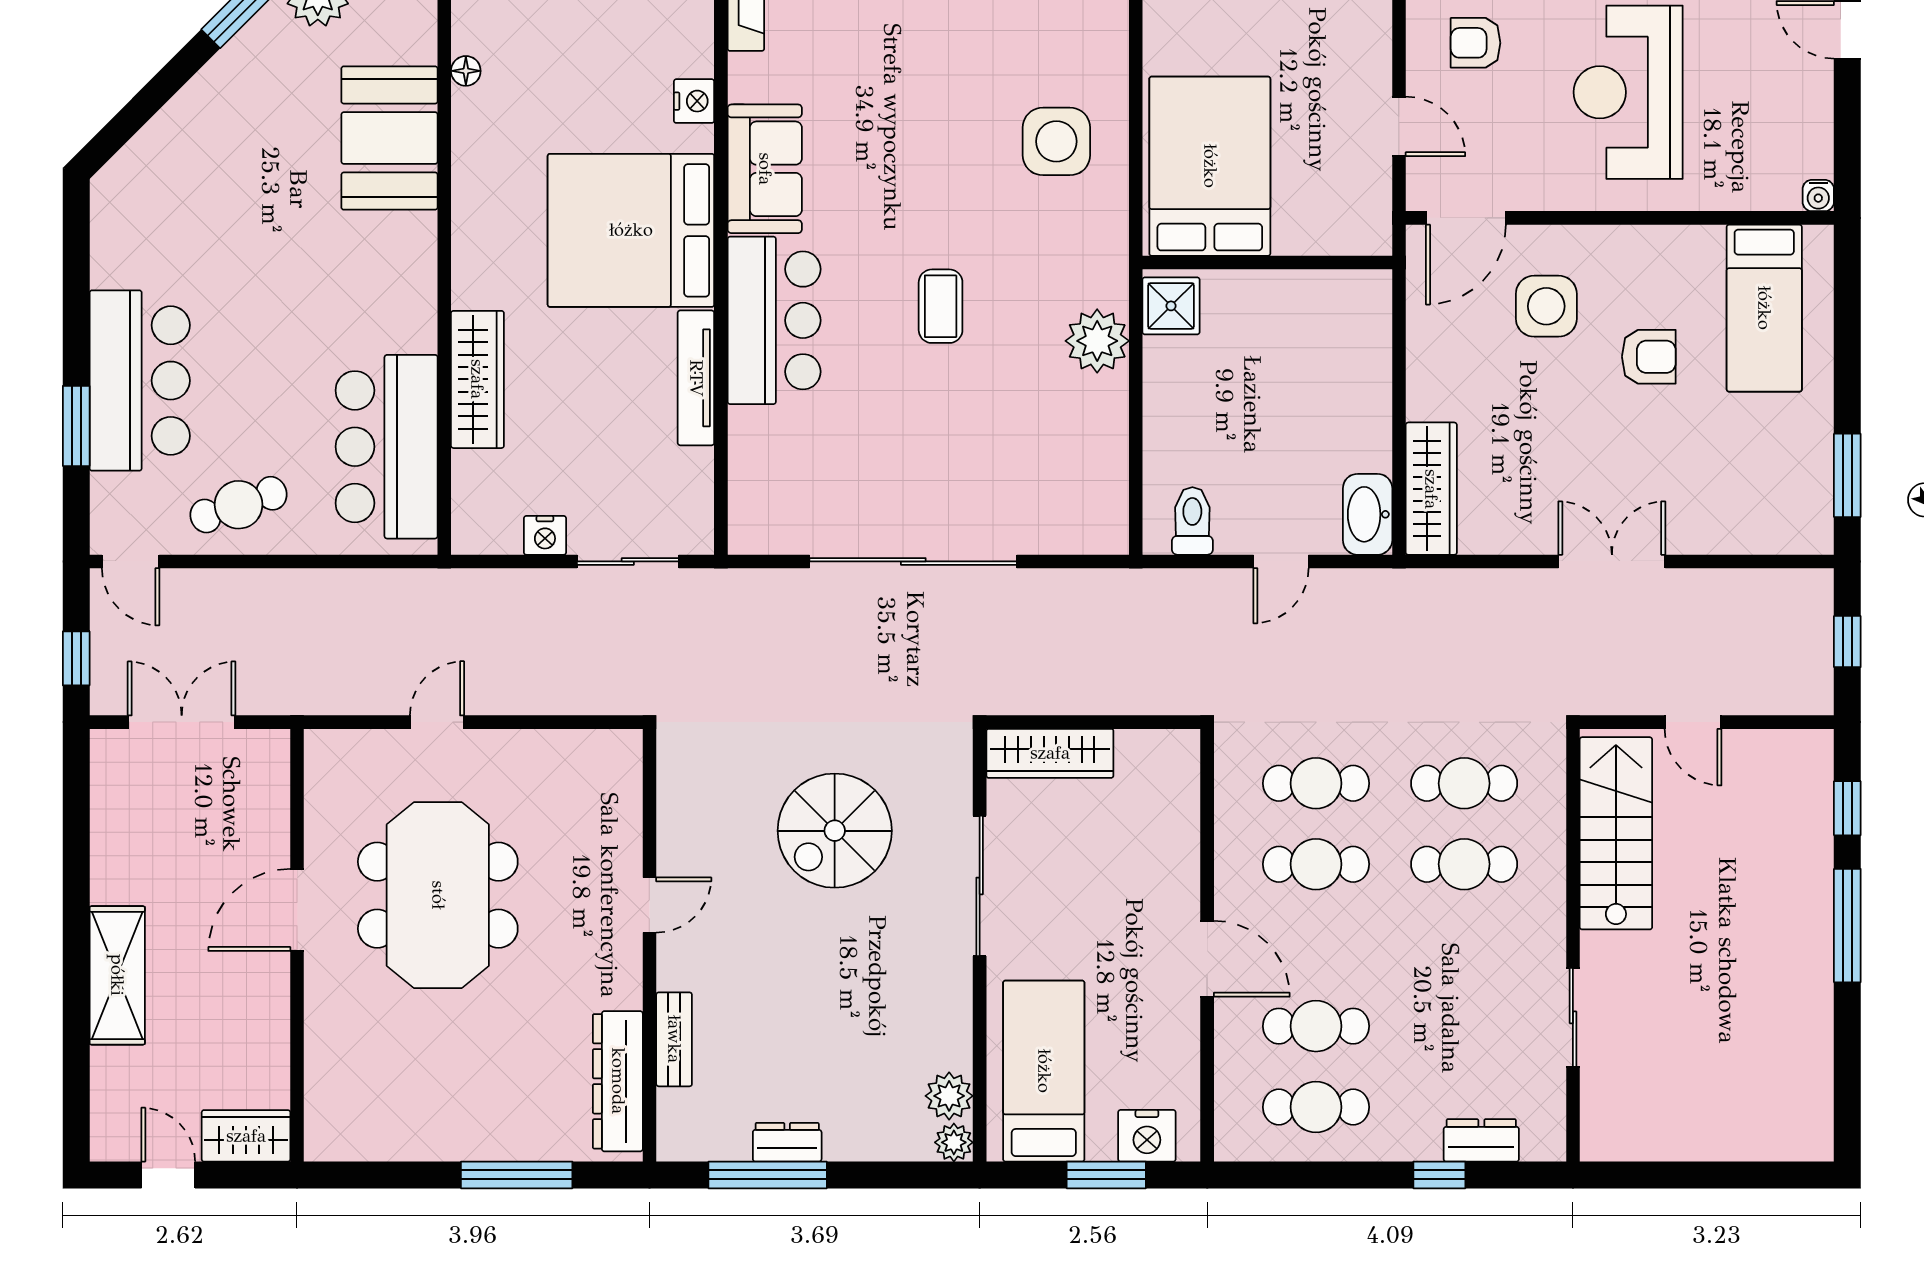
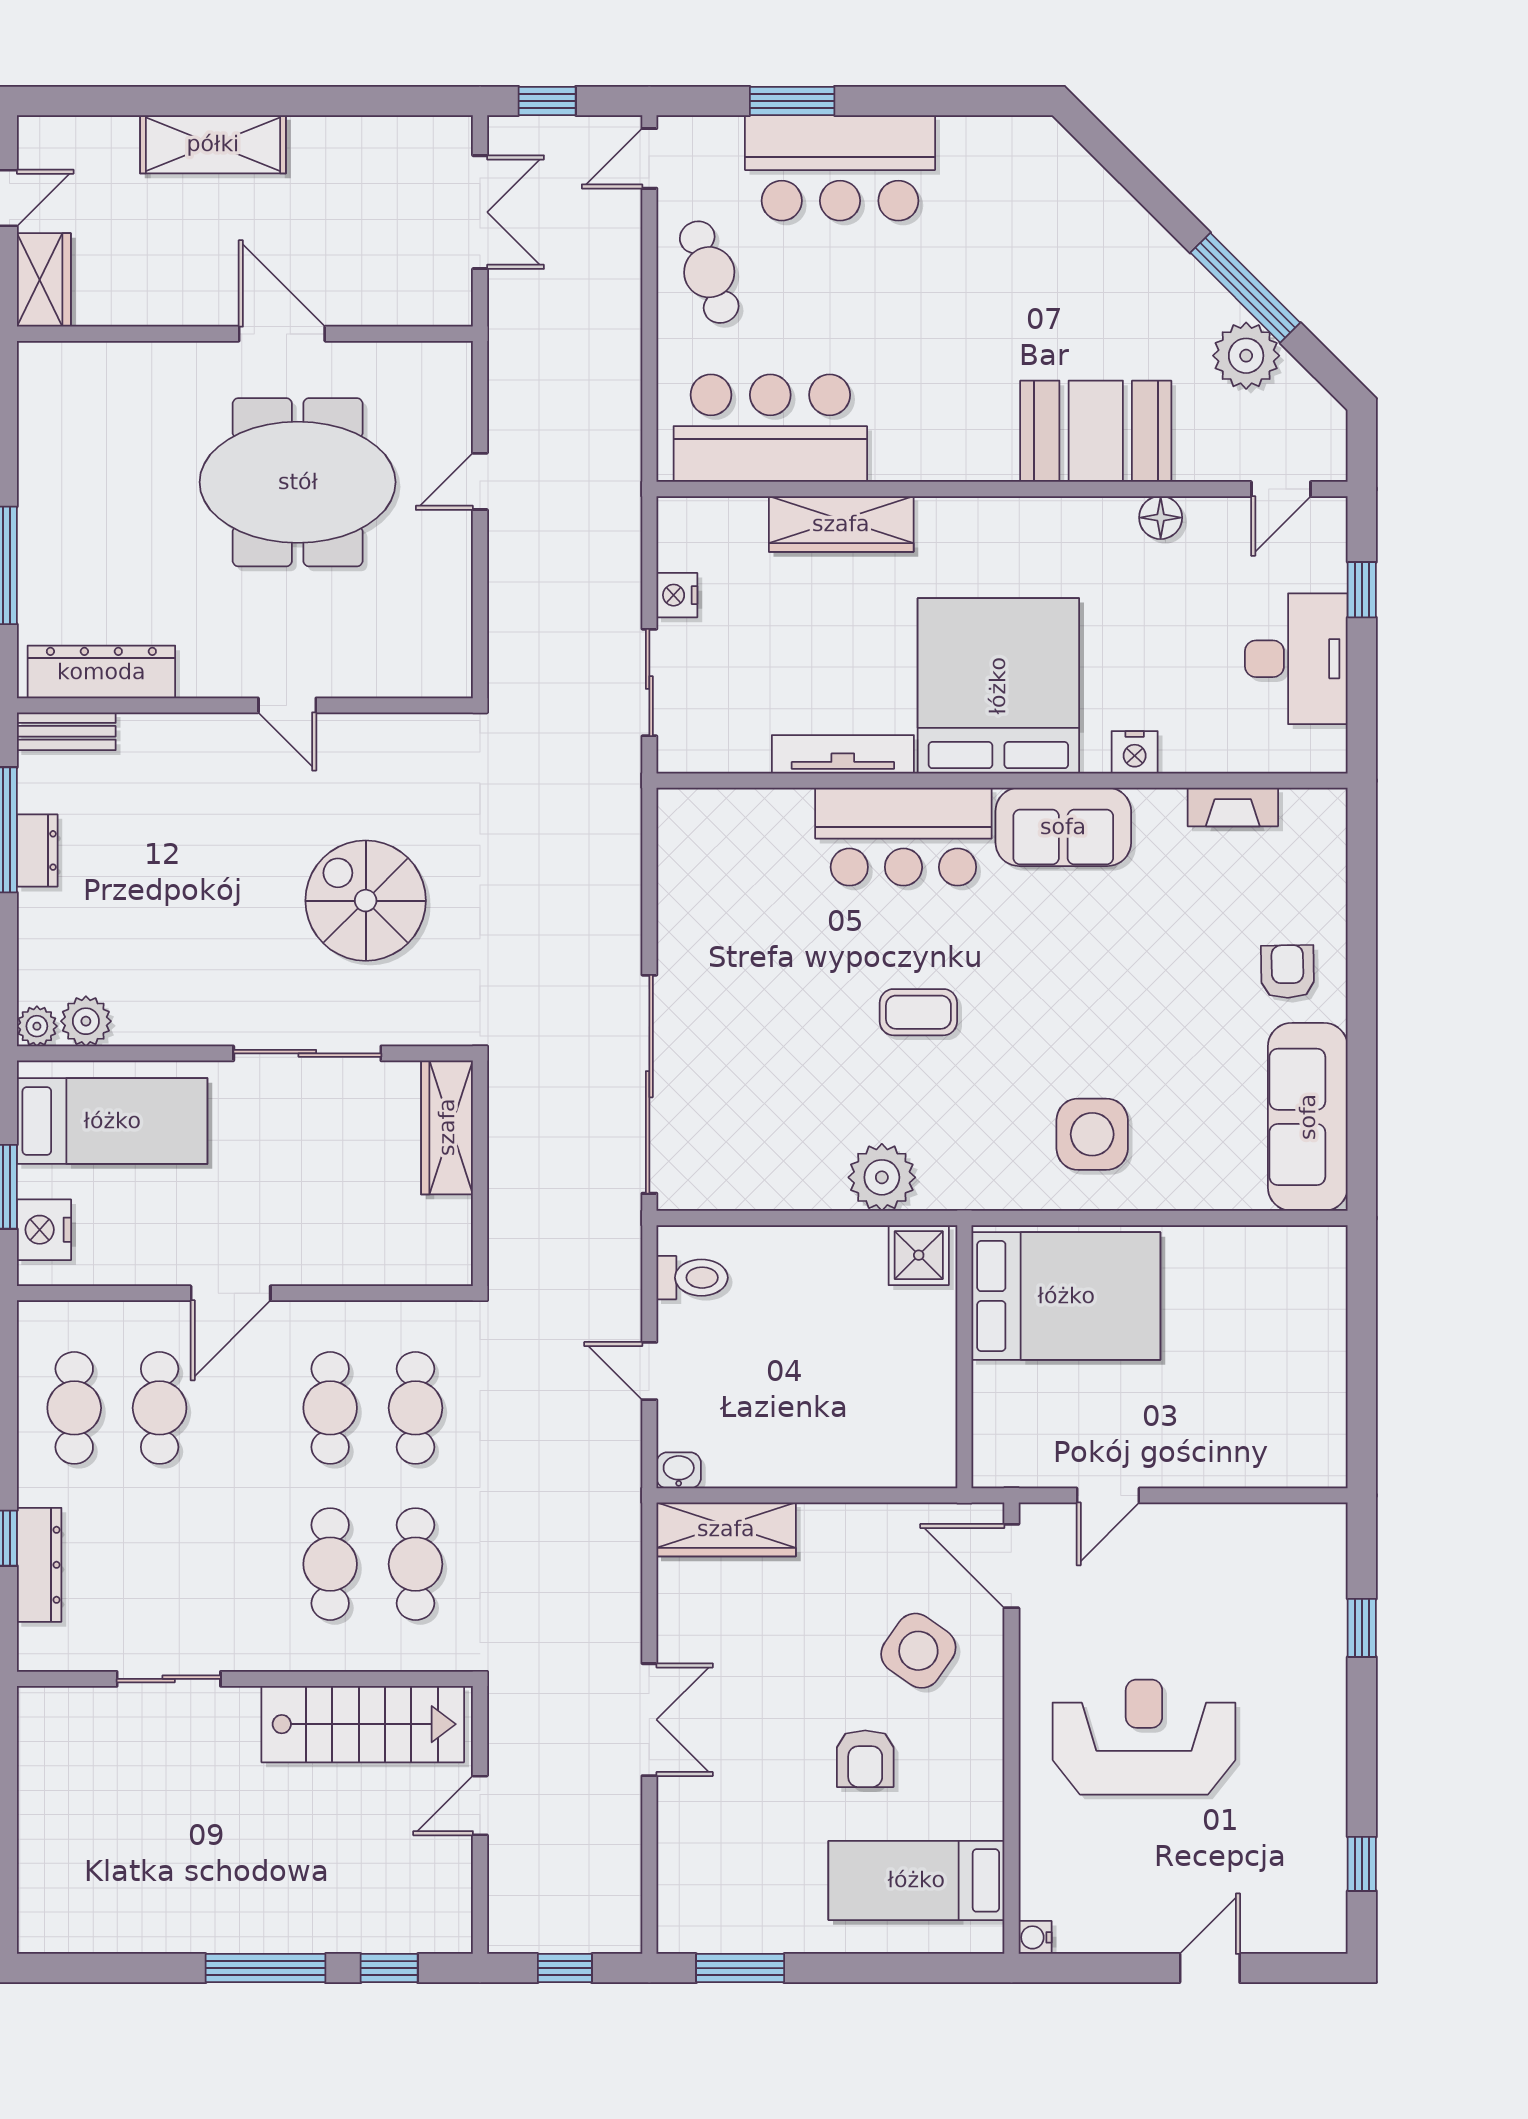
armchair: (1476, 43) -> (1196, 1576), removed
floor lamp: (466, 71) -> (1161, 518), width x1.37, depth x1.37
side table: (1546, 306) -> (918, 1651), turned 35
washbasin: (1368, 514) -> (679, 1470), width x0.52, depth x0.69
sliding door: (913, 561) -> (649, 1084), moved
door: (437, 722) -> (480, 481), swing flipped
bench: (674, 1039) -> (66, 731), moved
dresser: (1481, 1140) -> (39, 1565), width x1.44

